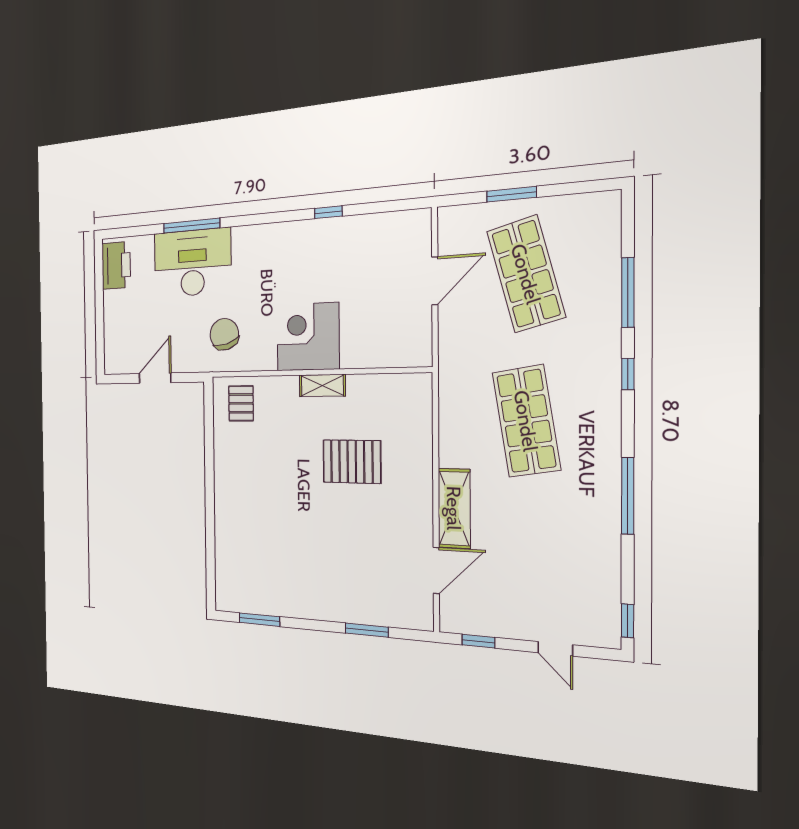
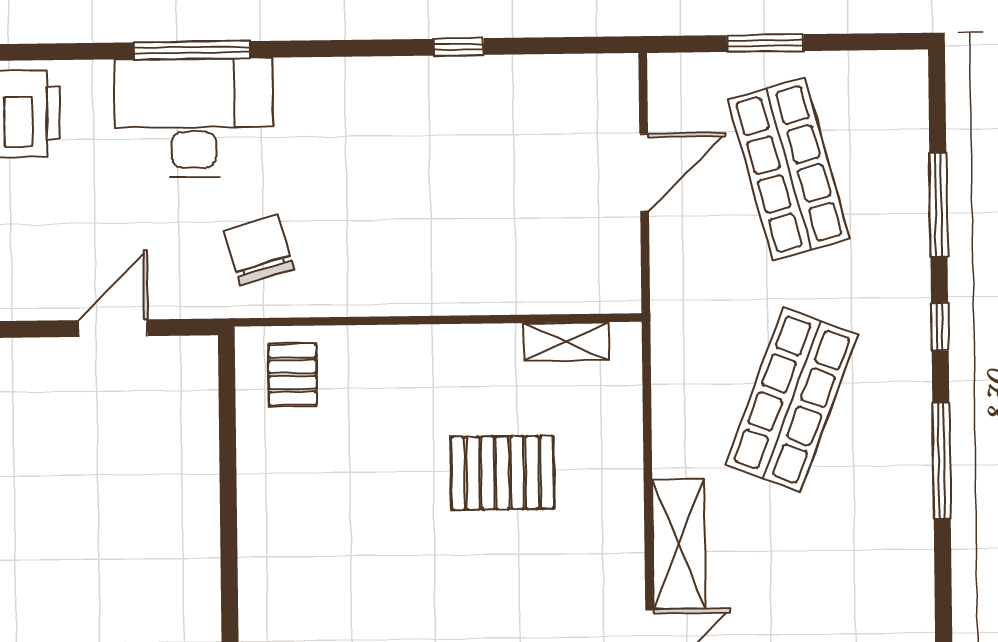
corner desk: (308, 337) -> (421, 259), removed
shelving: (322, 386) -> (566, 342), moved
shop shelf: (526, 421) -> (792, 400), turned 30
window: (628, 496) -> (942, 461), moved

